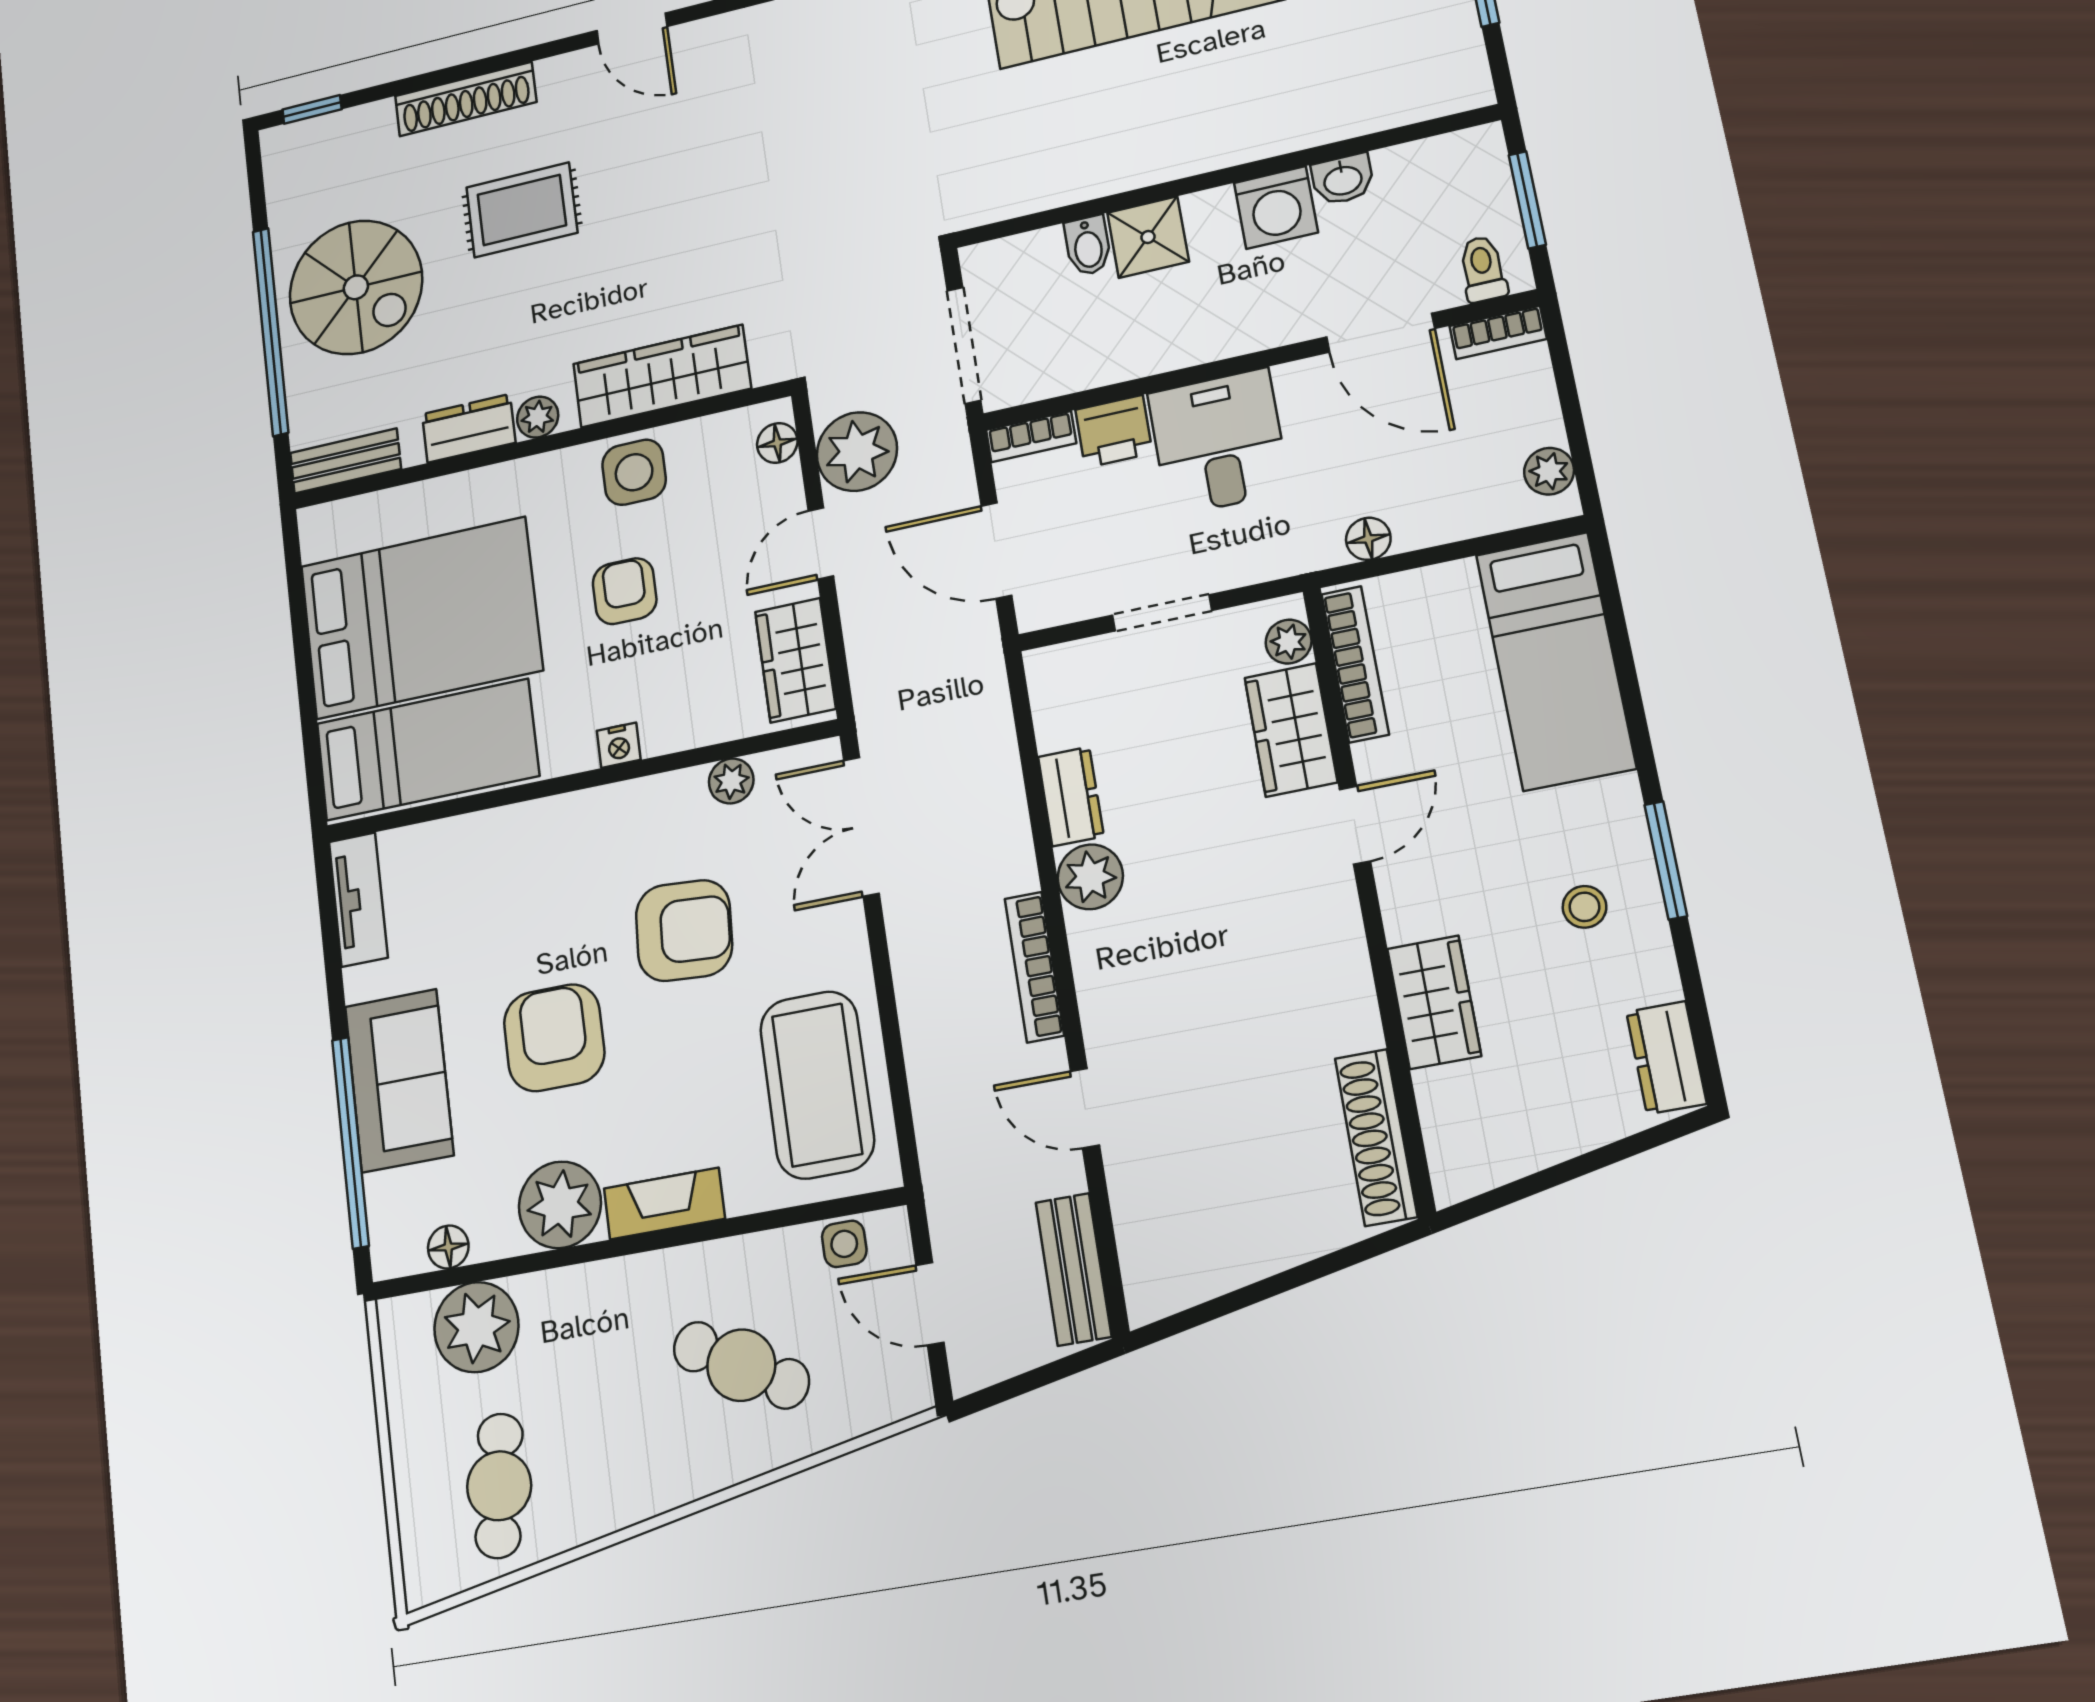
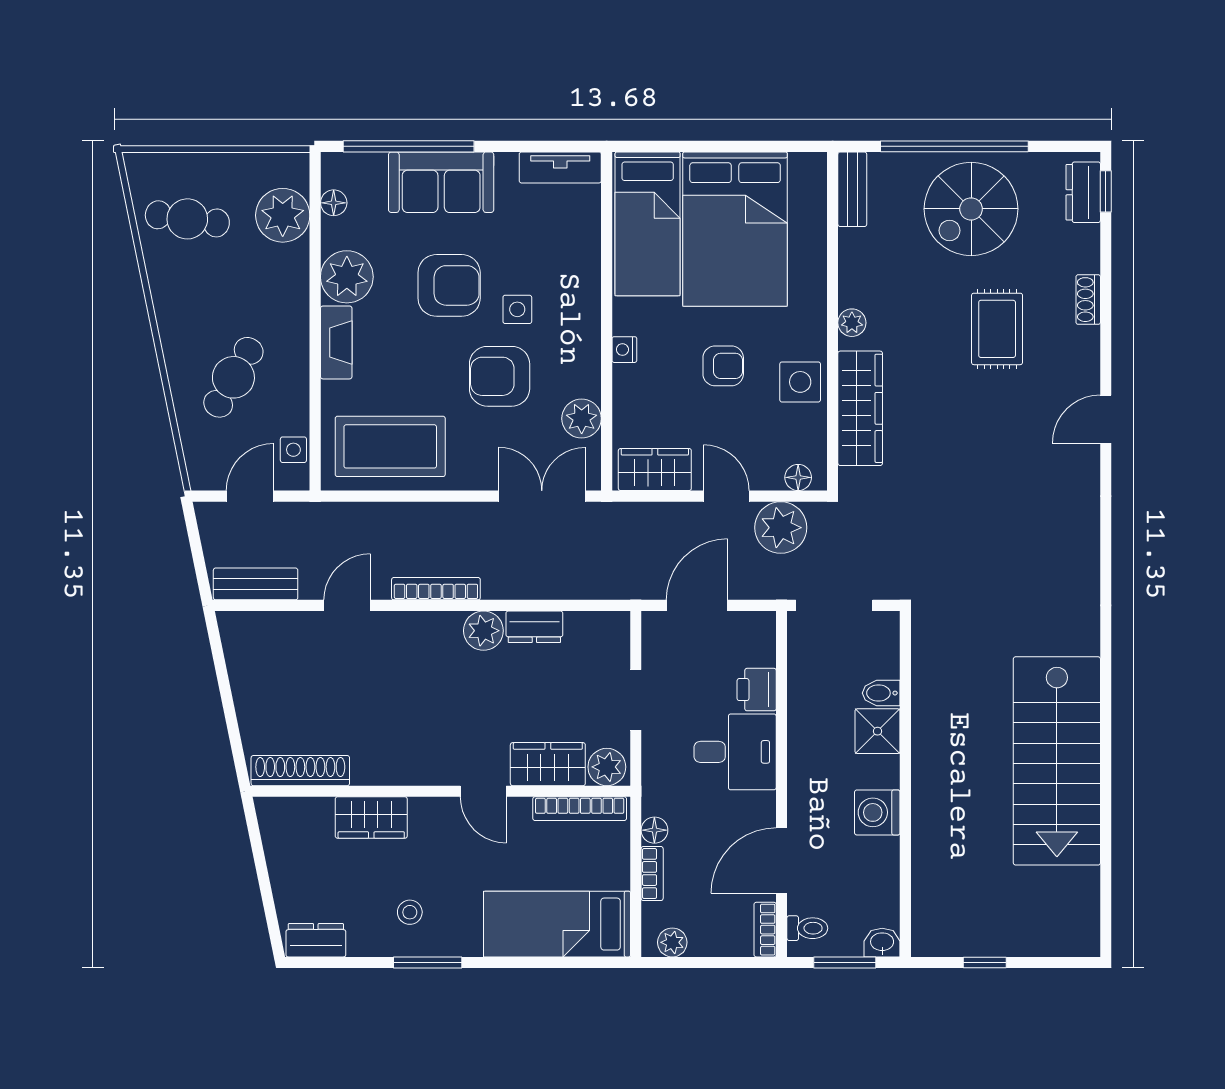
shoe rack: (466, 99) -> (1088, 300), width x0.51, depth x0.81
washbasin: (1343, 179) -> (882, 943), moved, turned 90
dresser: (469, 428) -> (1083, 192), moved, turned 180
bookcase: (1031, 437) -> (652, 874), moved, turned 180
plant: (1289, 642) -> (607, 767), width x1.38, depth x1.38
plant: (731, 781) -> (582, 419), width x1.38, depth x1.38
side table: (578, 923) -> (517, 309), added
armchair: (684, 931) -> (500, 376), turned 86

